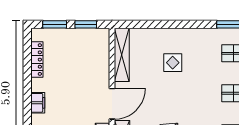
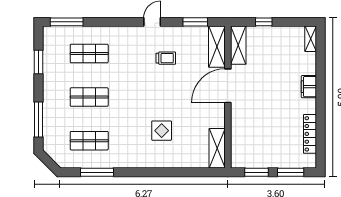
shelving: (122, 55) -> (217, 148), width x0.68

